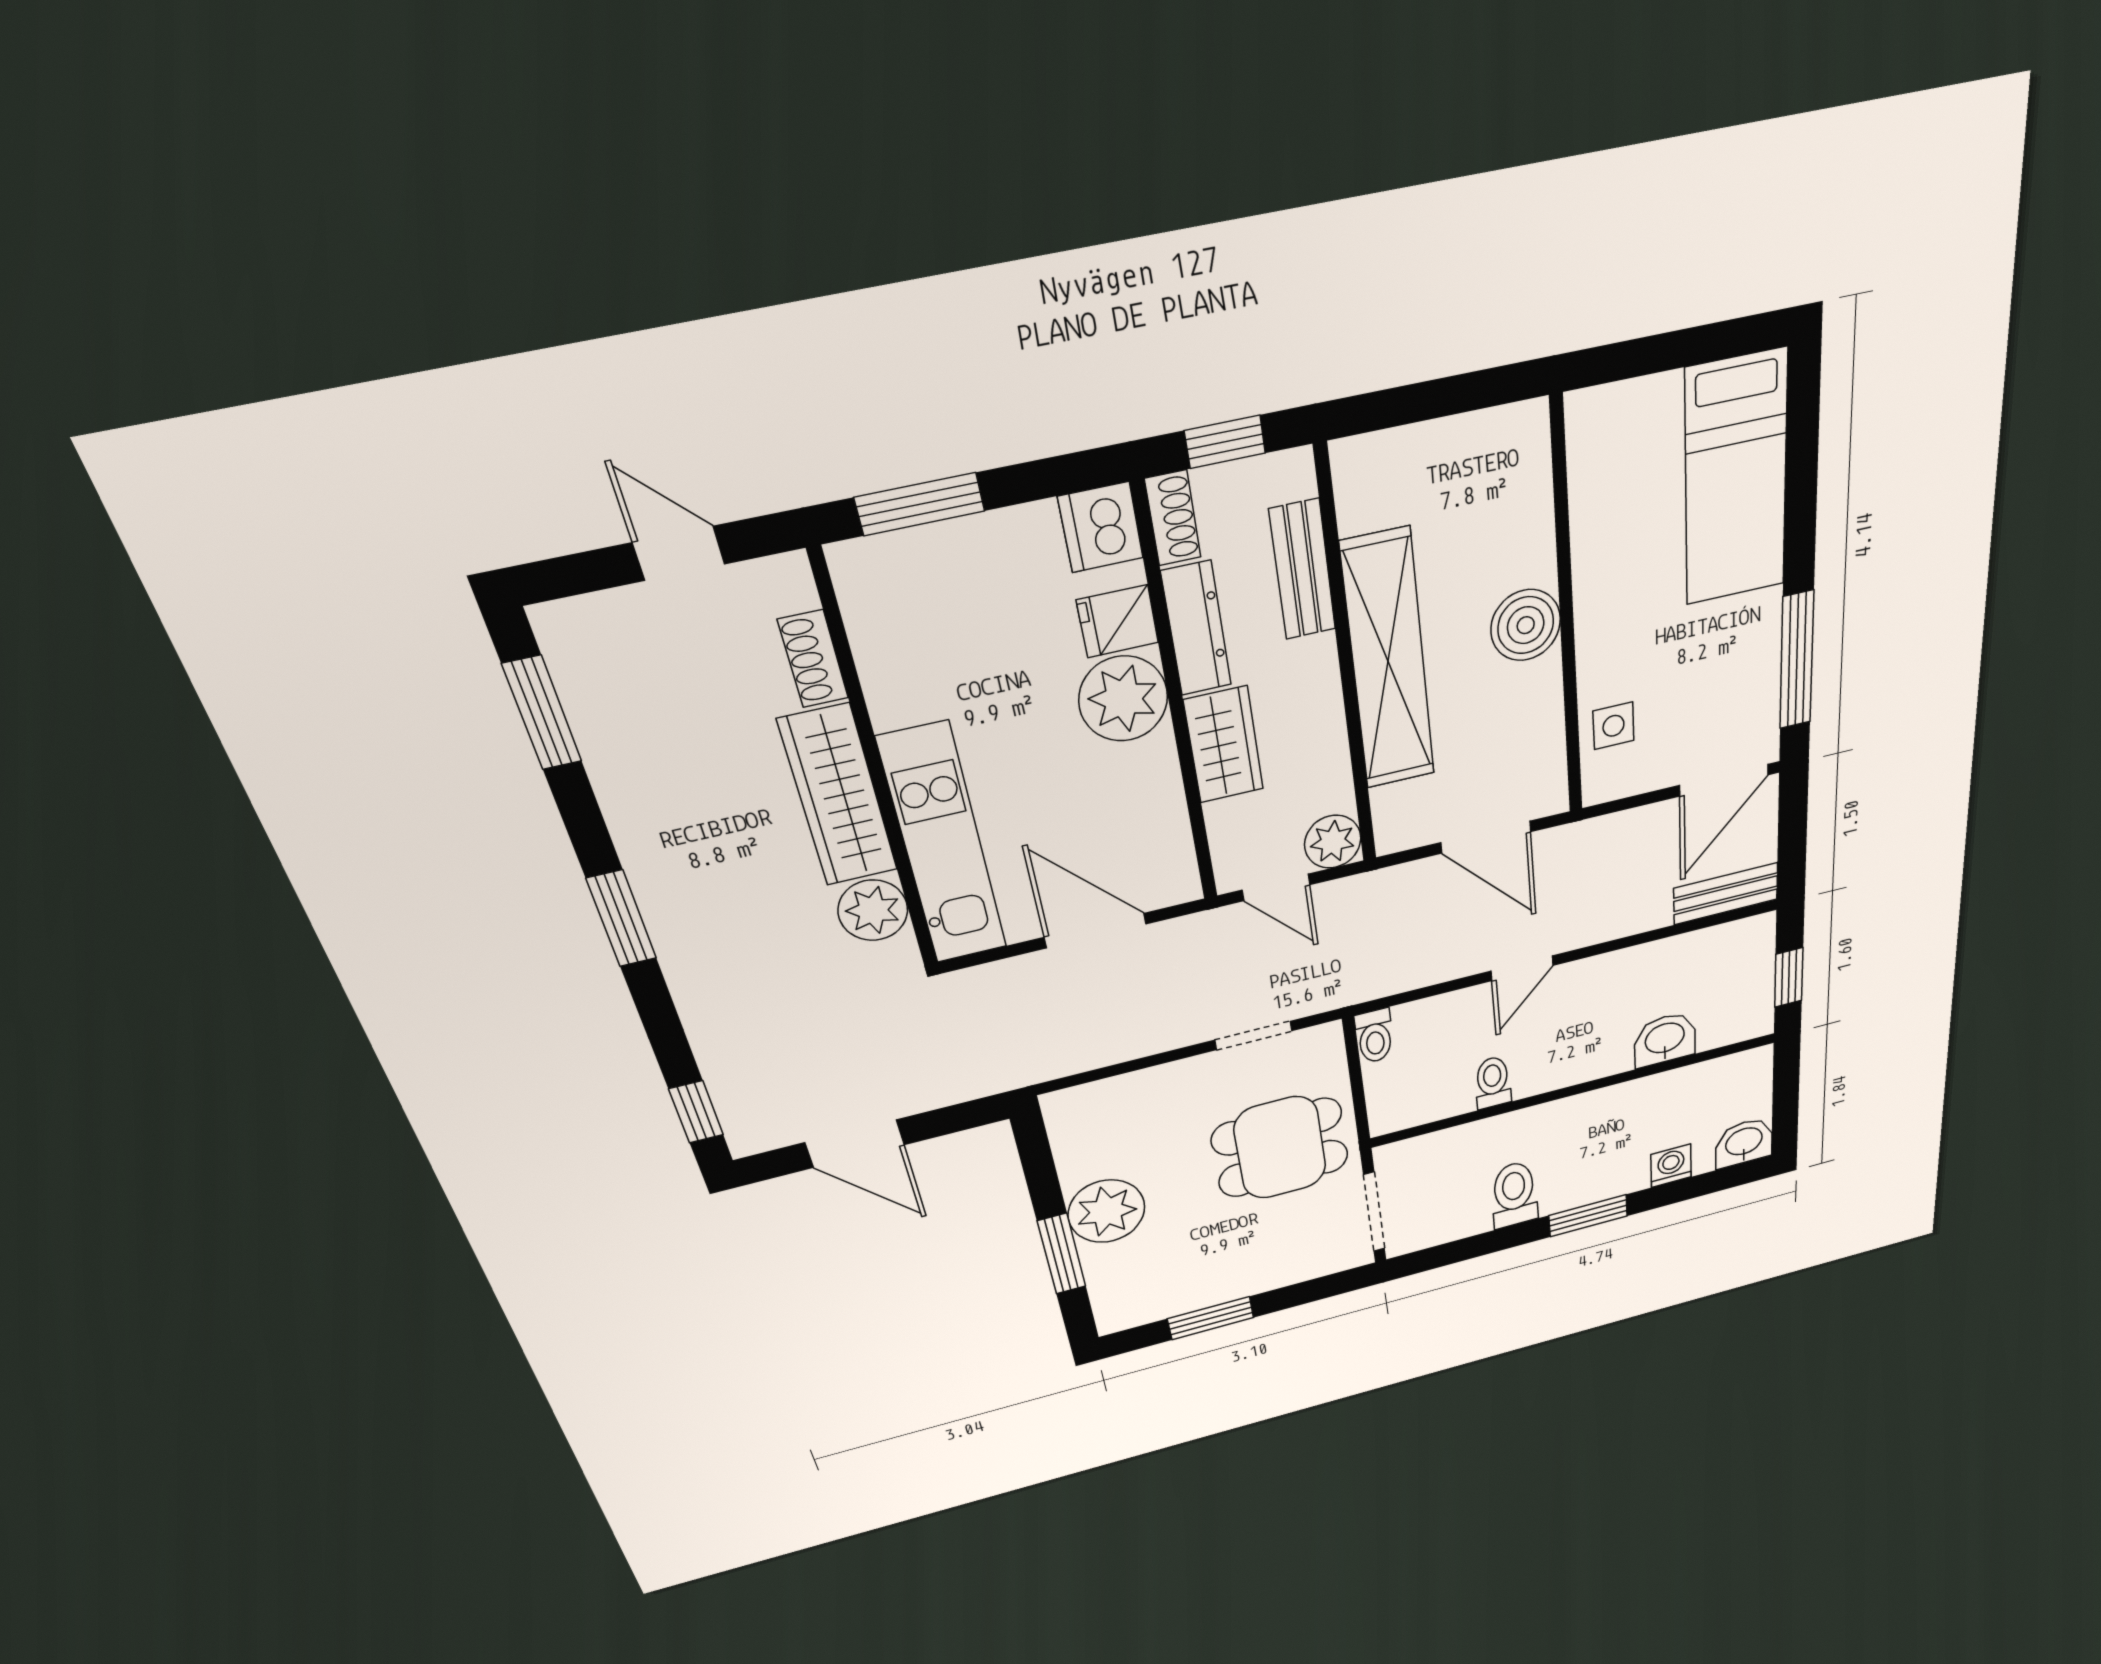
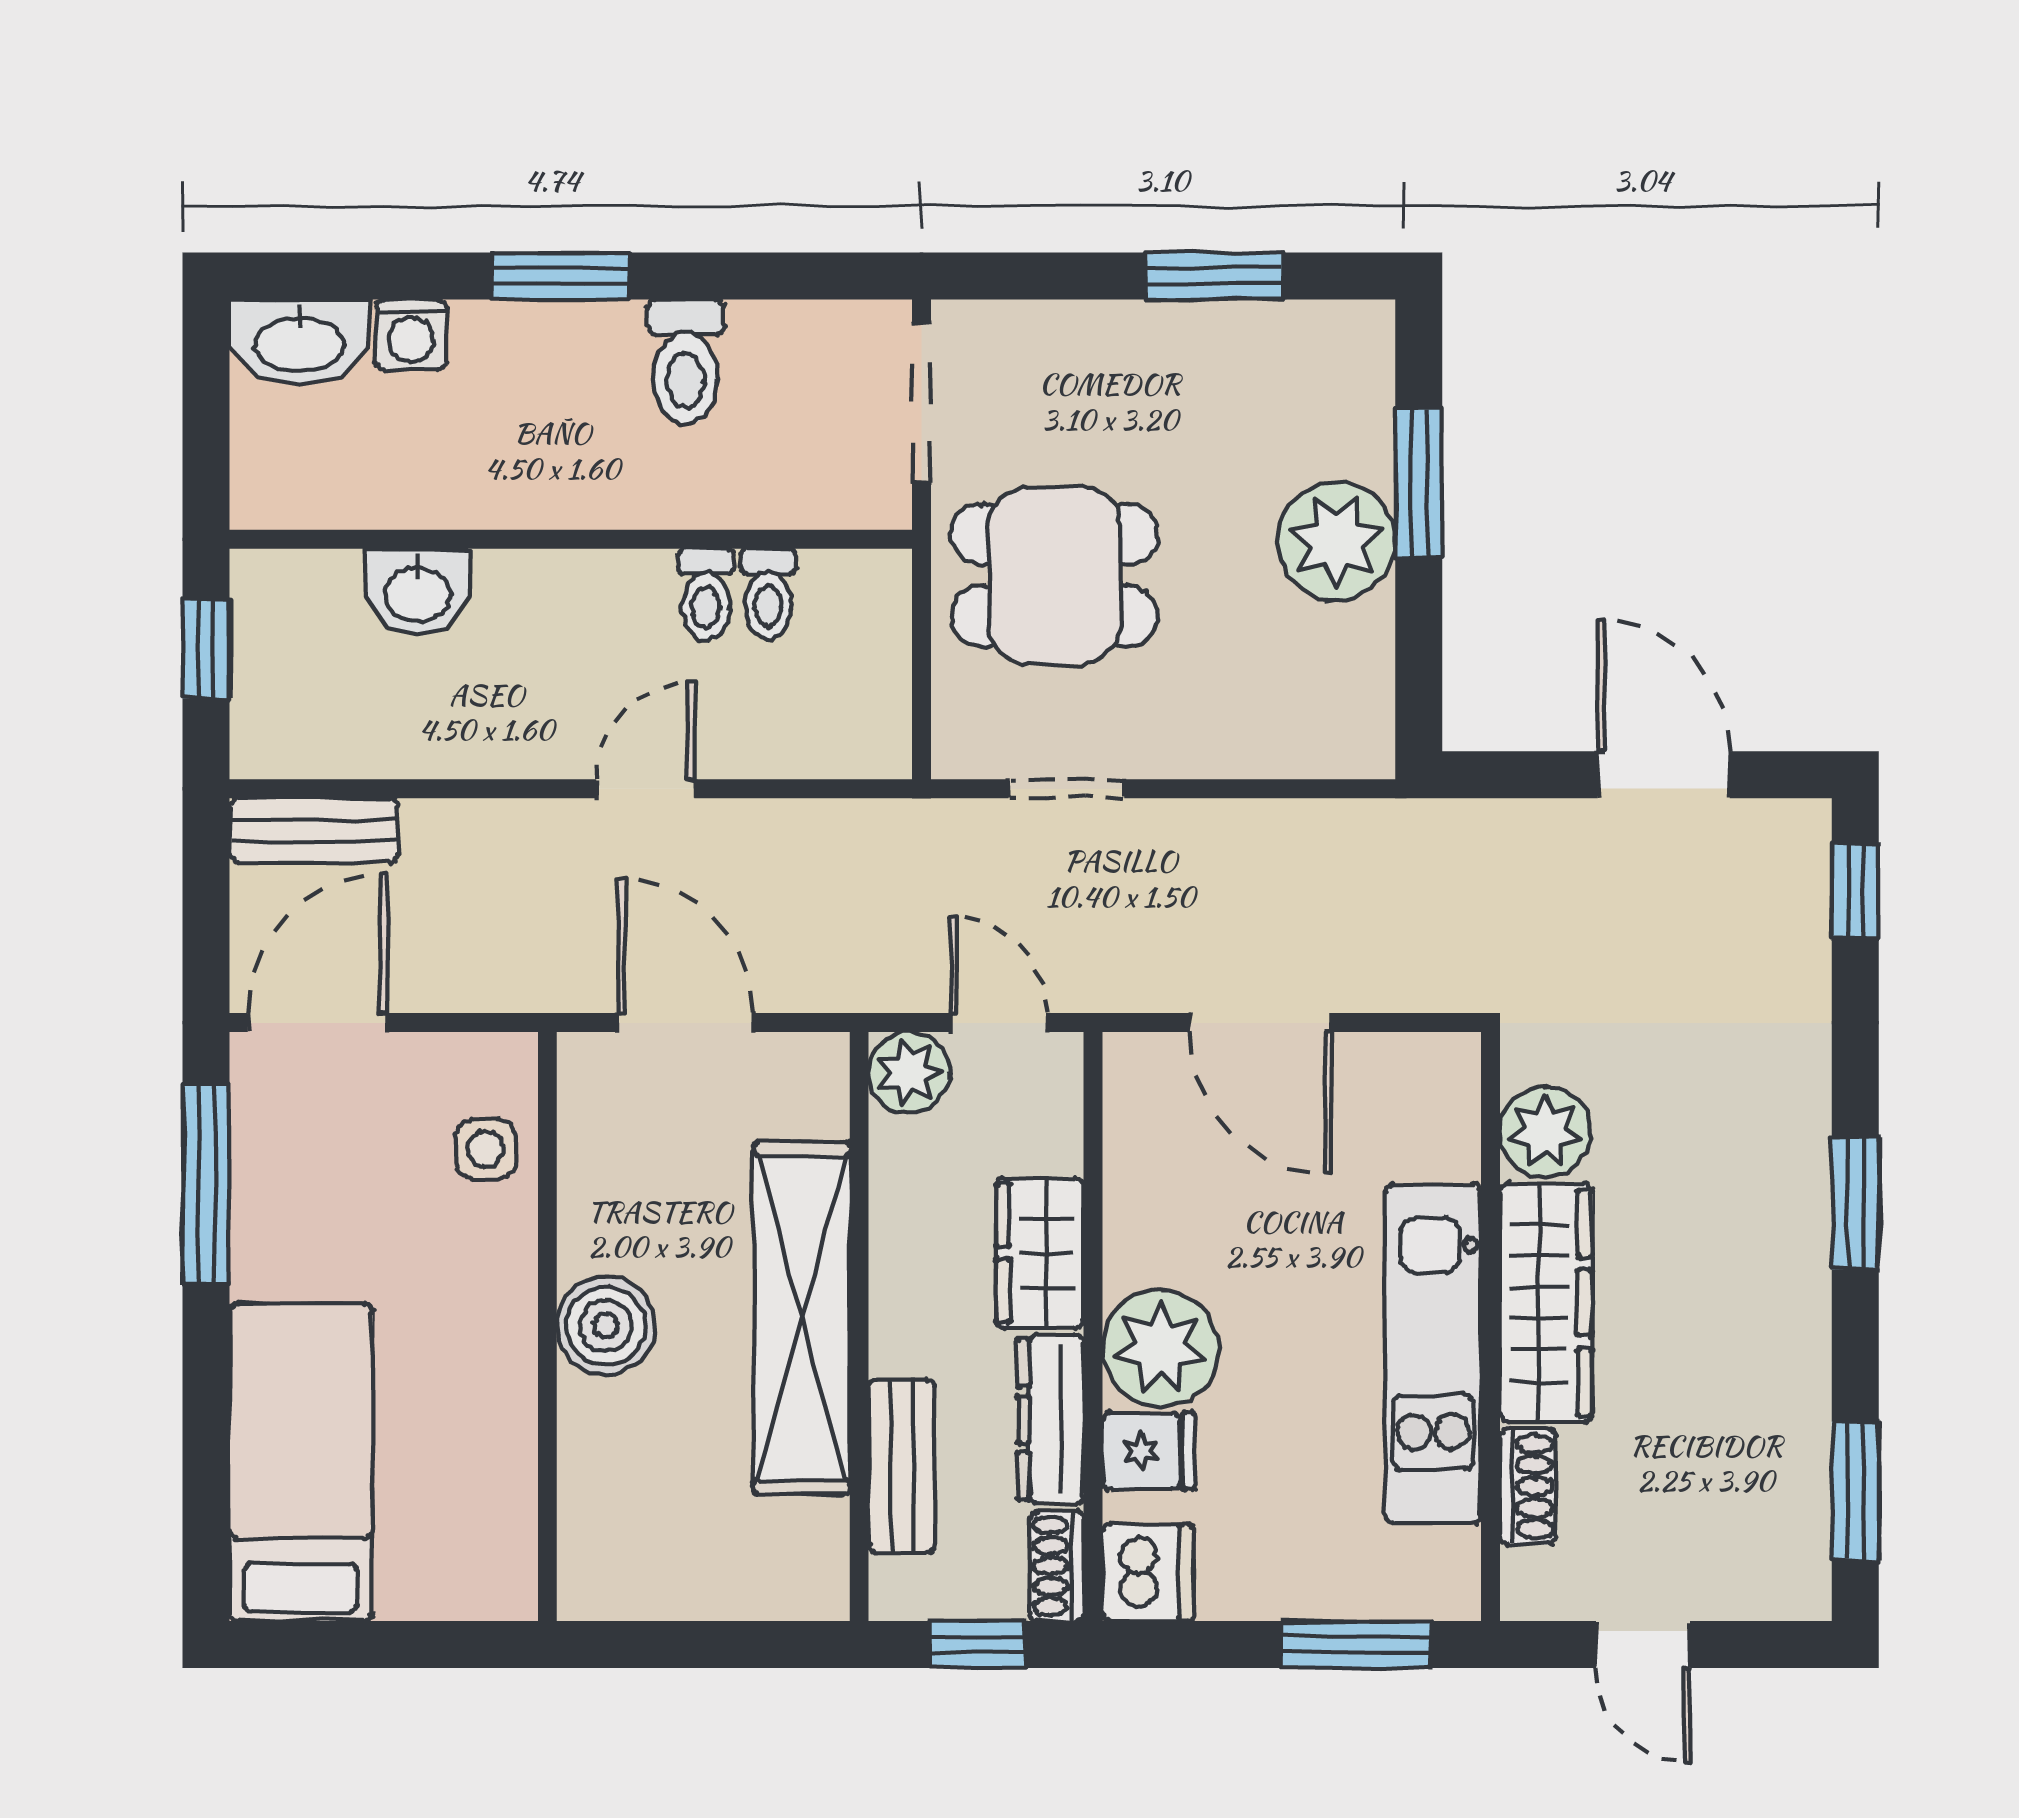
kitchen unit: (943, 845) -> (1433, 1354), moved
toilet: (1375, 1036) -> (768, 594), moved, turned 180
washbasin: (1744, 1143) -> (299, 342), width x1.38

